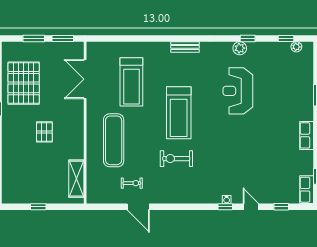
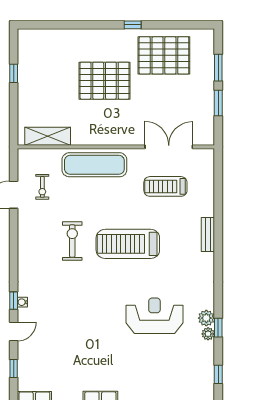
bench: (185, 47) -> (208, 235), moved
plant: (296, 47) -> (208, 334), moved
double door: (85, 79) -> (169, 147), moved
treadmill: (131, 82) -> (165, 186), width x0.73, depth x0.73
wall: (85, 123) -> (116, 147), moved
pallet: (44, 132) -> (105, 81), width x2.05, depth x2.00
shelving: (76, 179) -> (48, 136), moved

